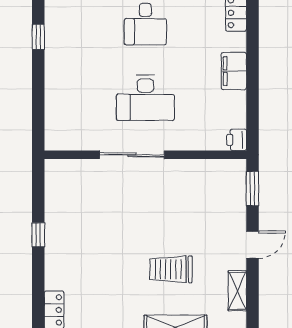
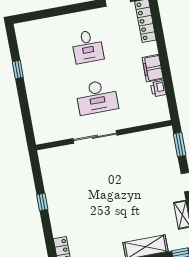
printer: (236, 140) -> (158, 89), moved
trolley: (171, 269) -> (135, 209), removed

